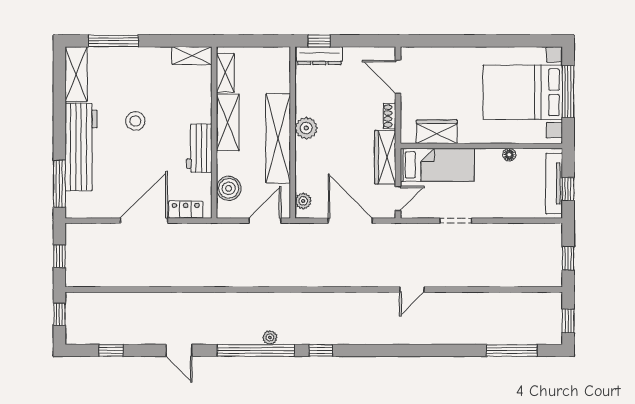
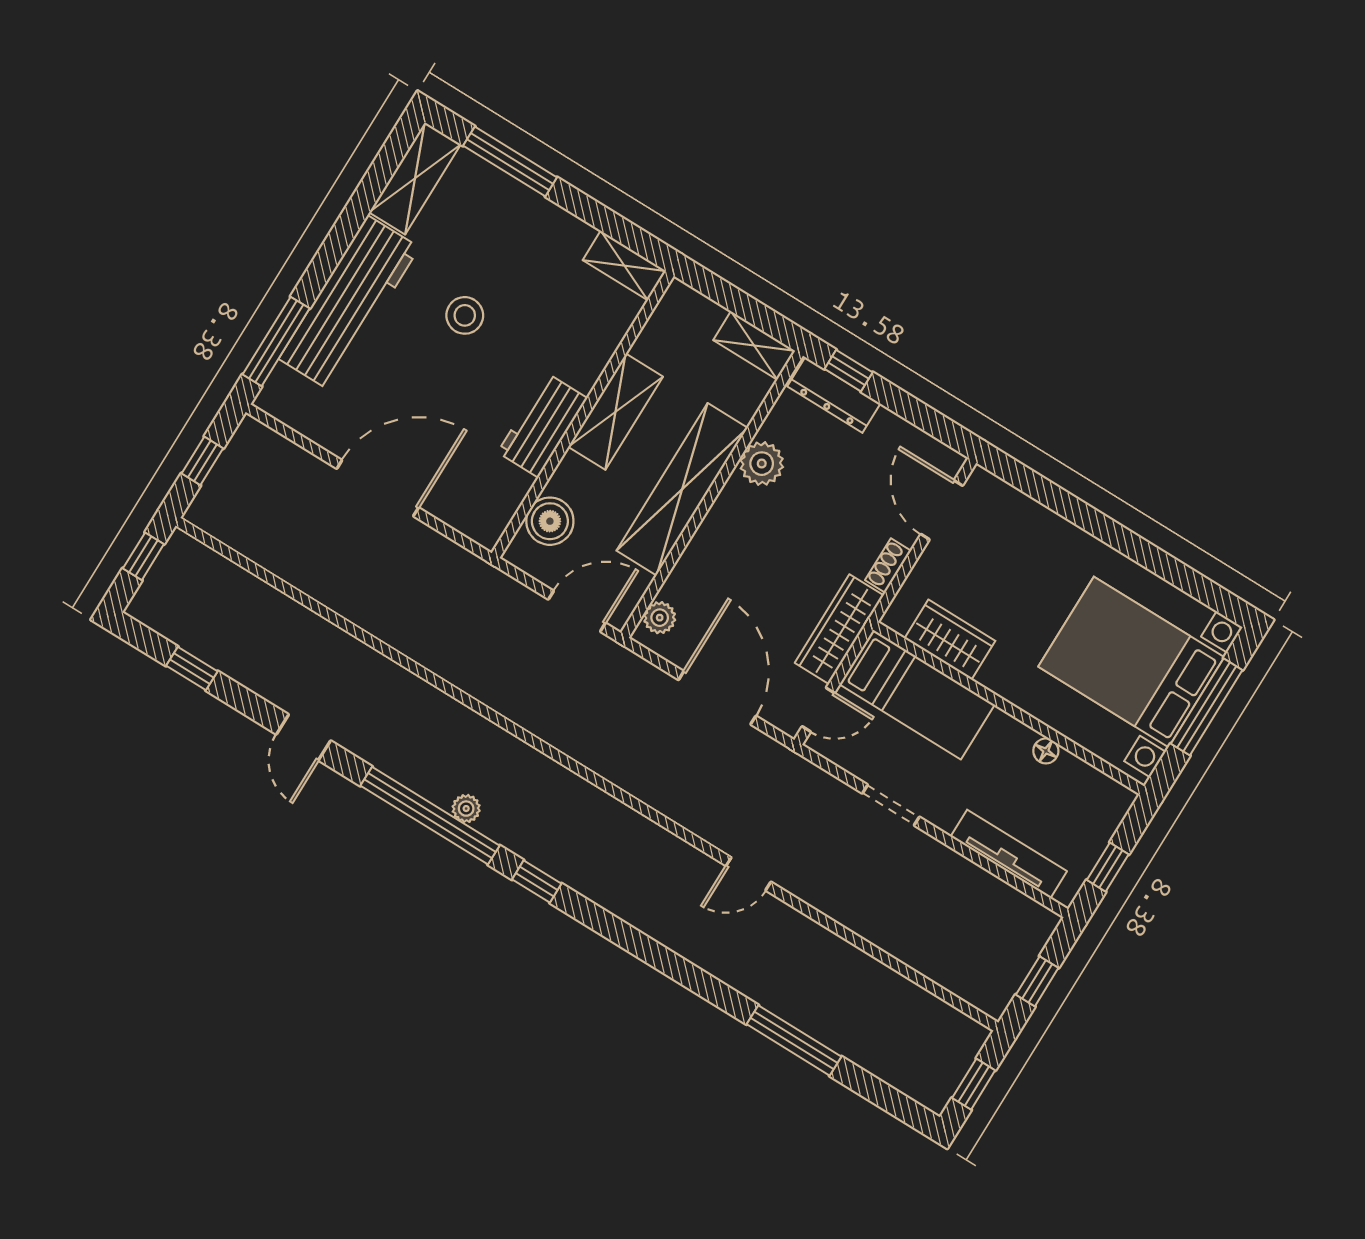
shelving: (225, 73) -> (754, 345), moved, turned 90
plant: (306, 128) -> (762, 464), moved
tv unit: (554, 183) -> (1009, 854), moved, turned 90
locker: (186, 210) -> (457, 513), removed
window: (512, 350) -> (794, 1040), moved

